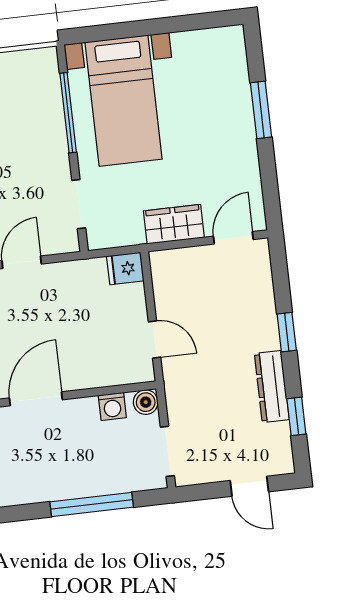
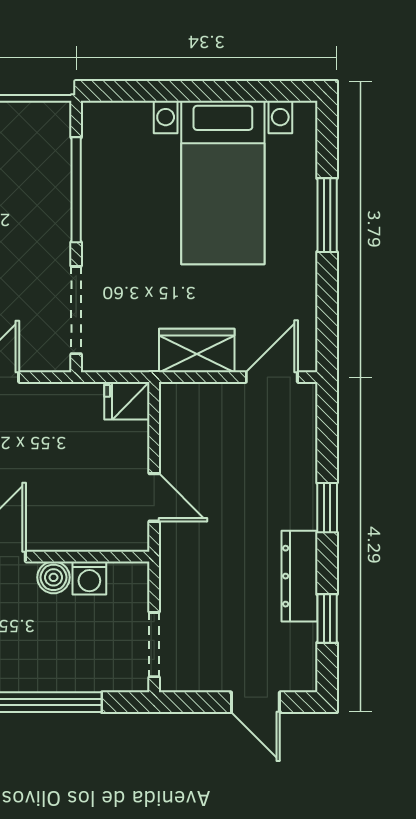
bed with nightstands: (124, 101) -> (223, 182), moved
doorway: (79, 204) -> (76, 310), width x1.38
boiler: (146, 402) -> (53, 577), moved

